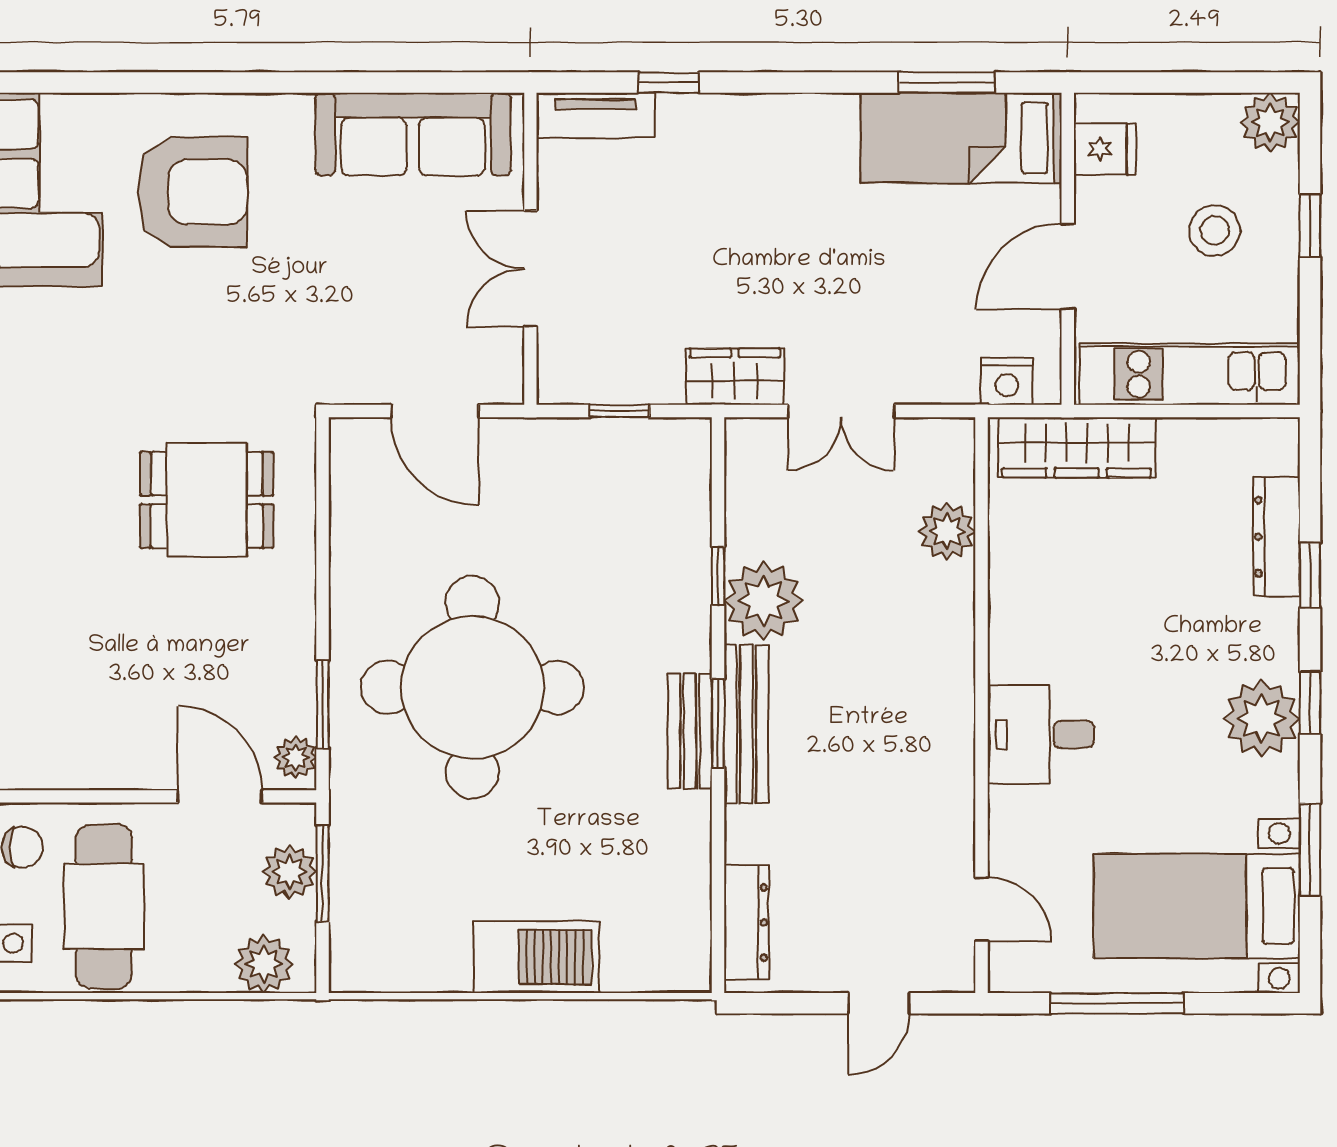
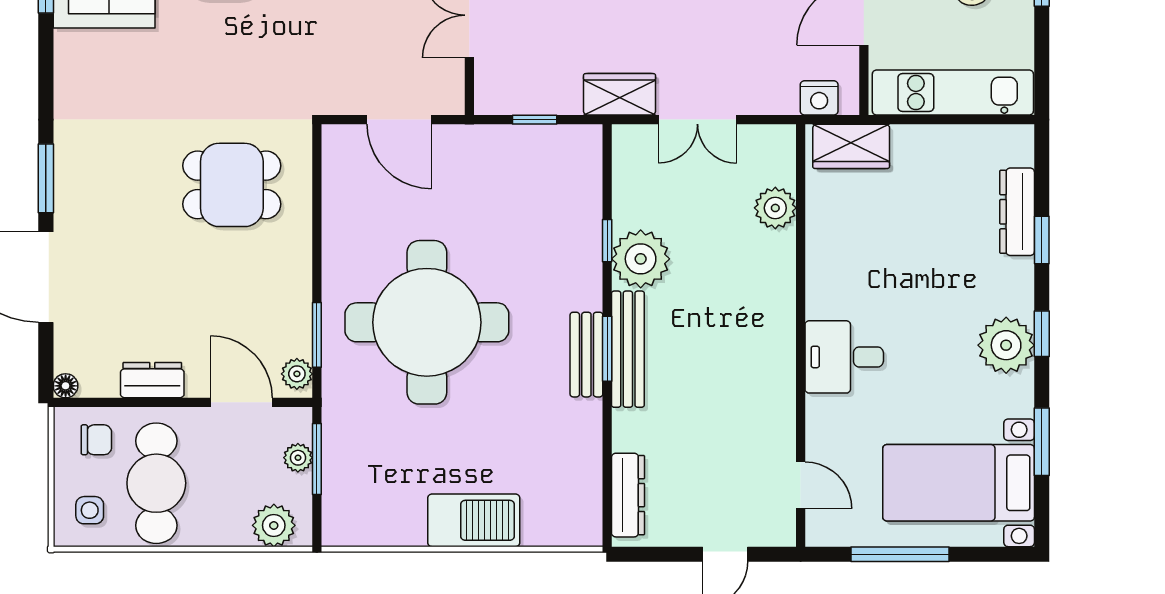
wardrobe: (1077, 447) -> (851, 146), width x0.67
dresser: (98, 766) -> (152, 380), added
plant: (290, 872) -> (298, 458), width x0.73, depth x0.73

